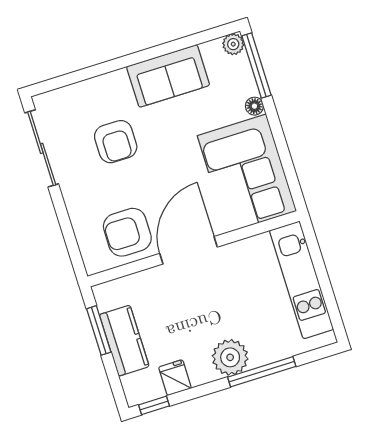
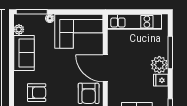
plant: (233, 44) -> (19, 29), moved
armchair: (116, 142) -> (37, 93), moved
fridge: (175, 378) -> (161, 80), moved

